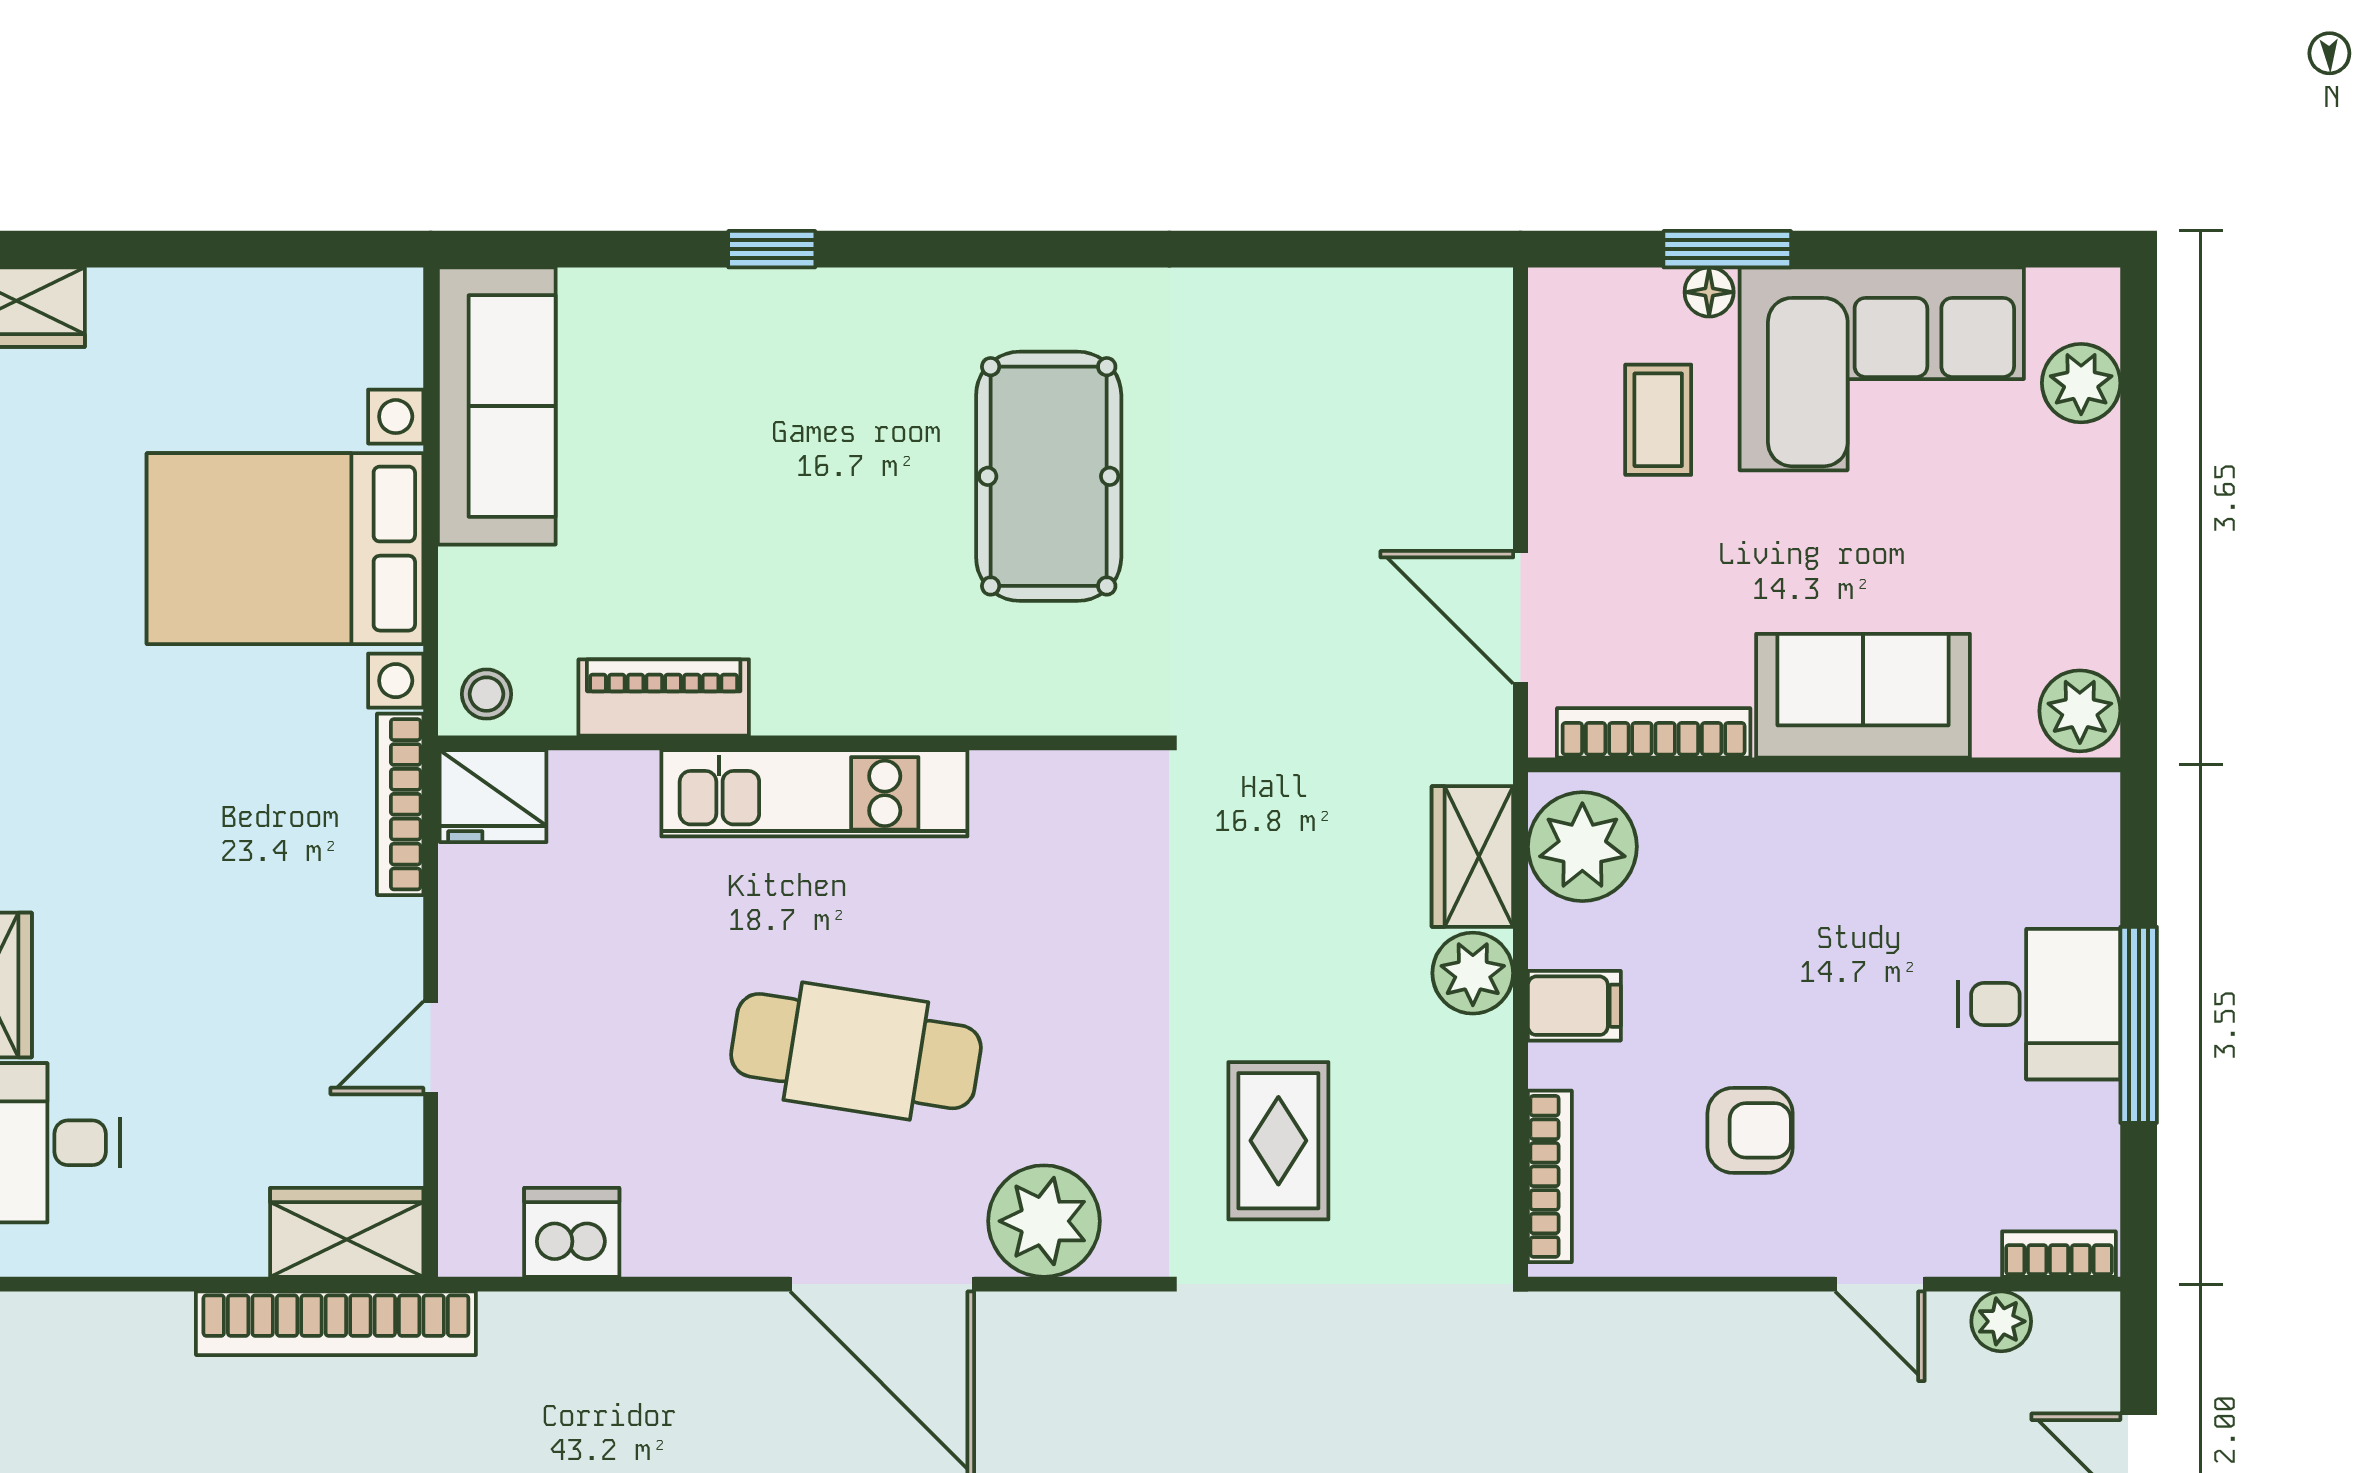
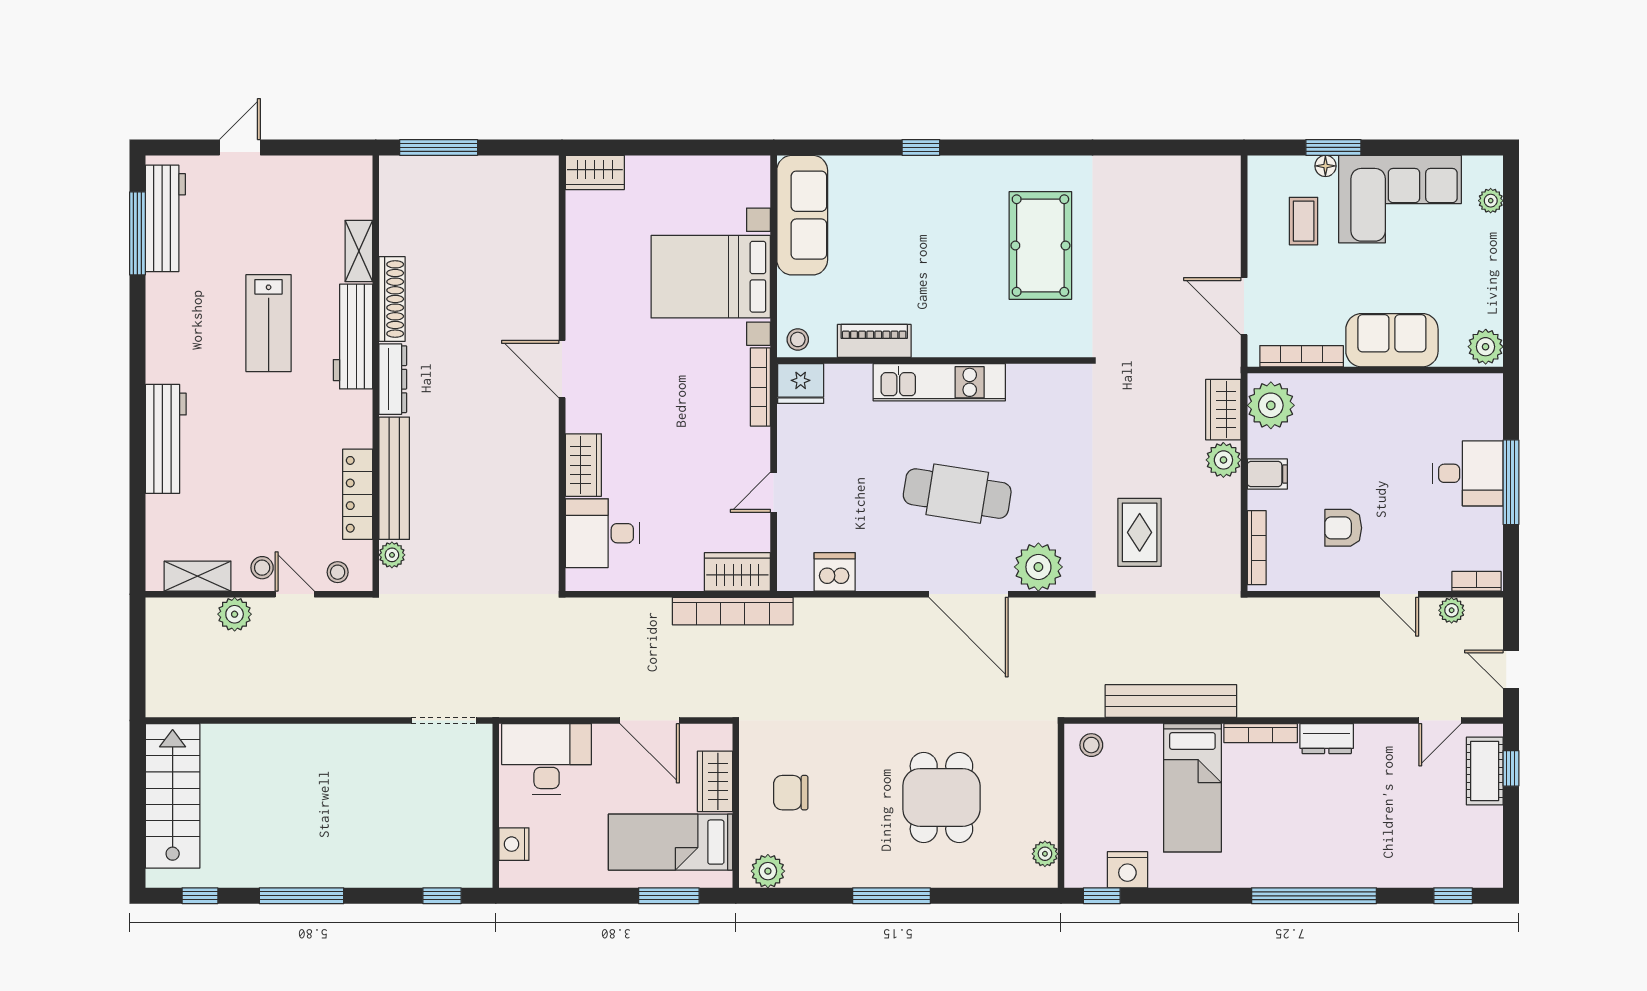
plant: (2081, 383) -> (1491, 201), width x0.73, depth x0.73
armchair: (1750, 1130) -> (1343, 528), turned 180

